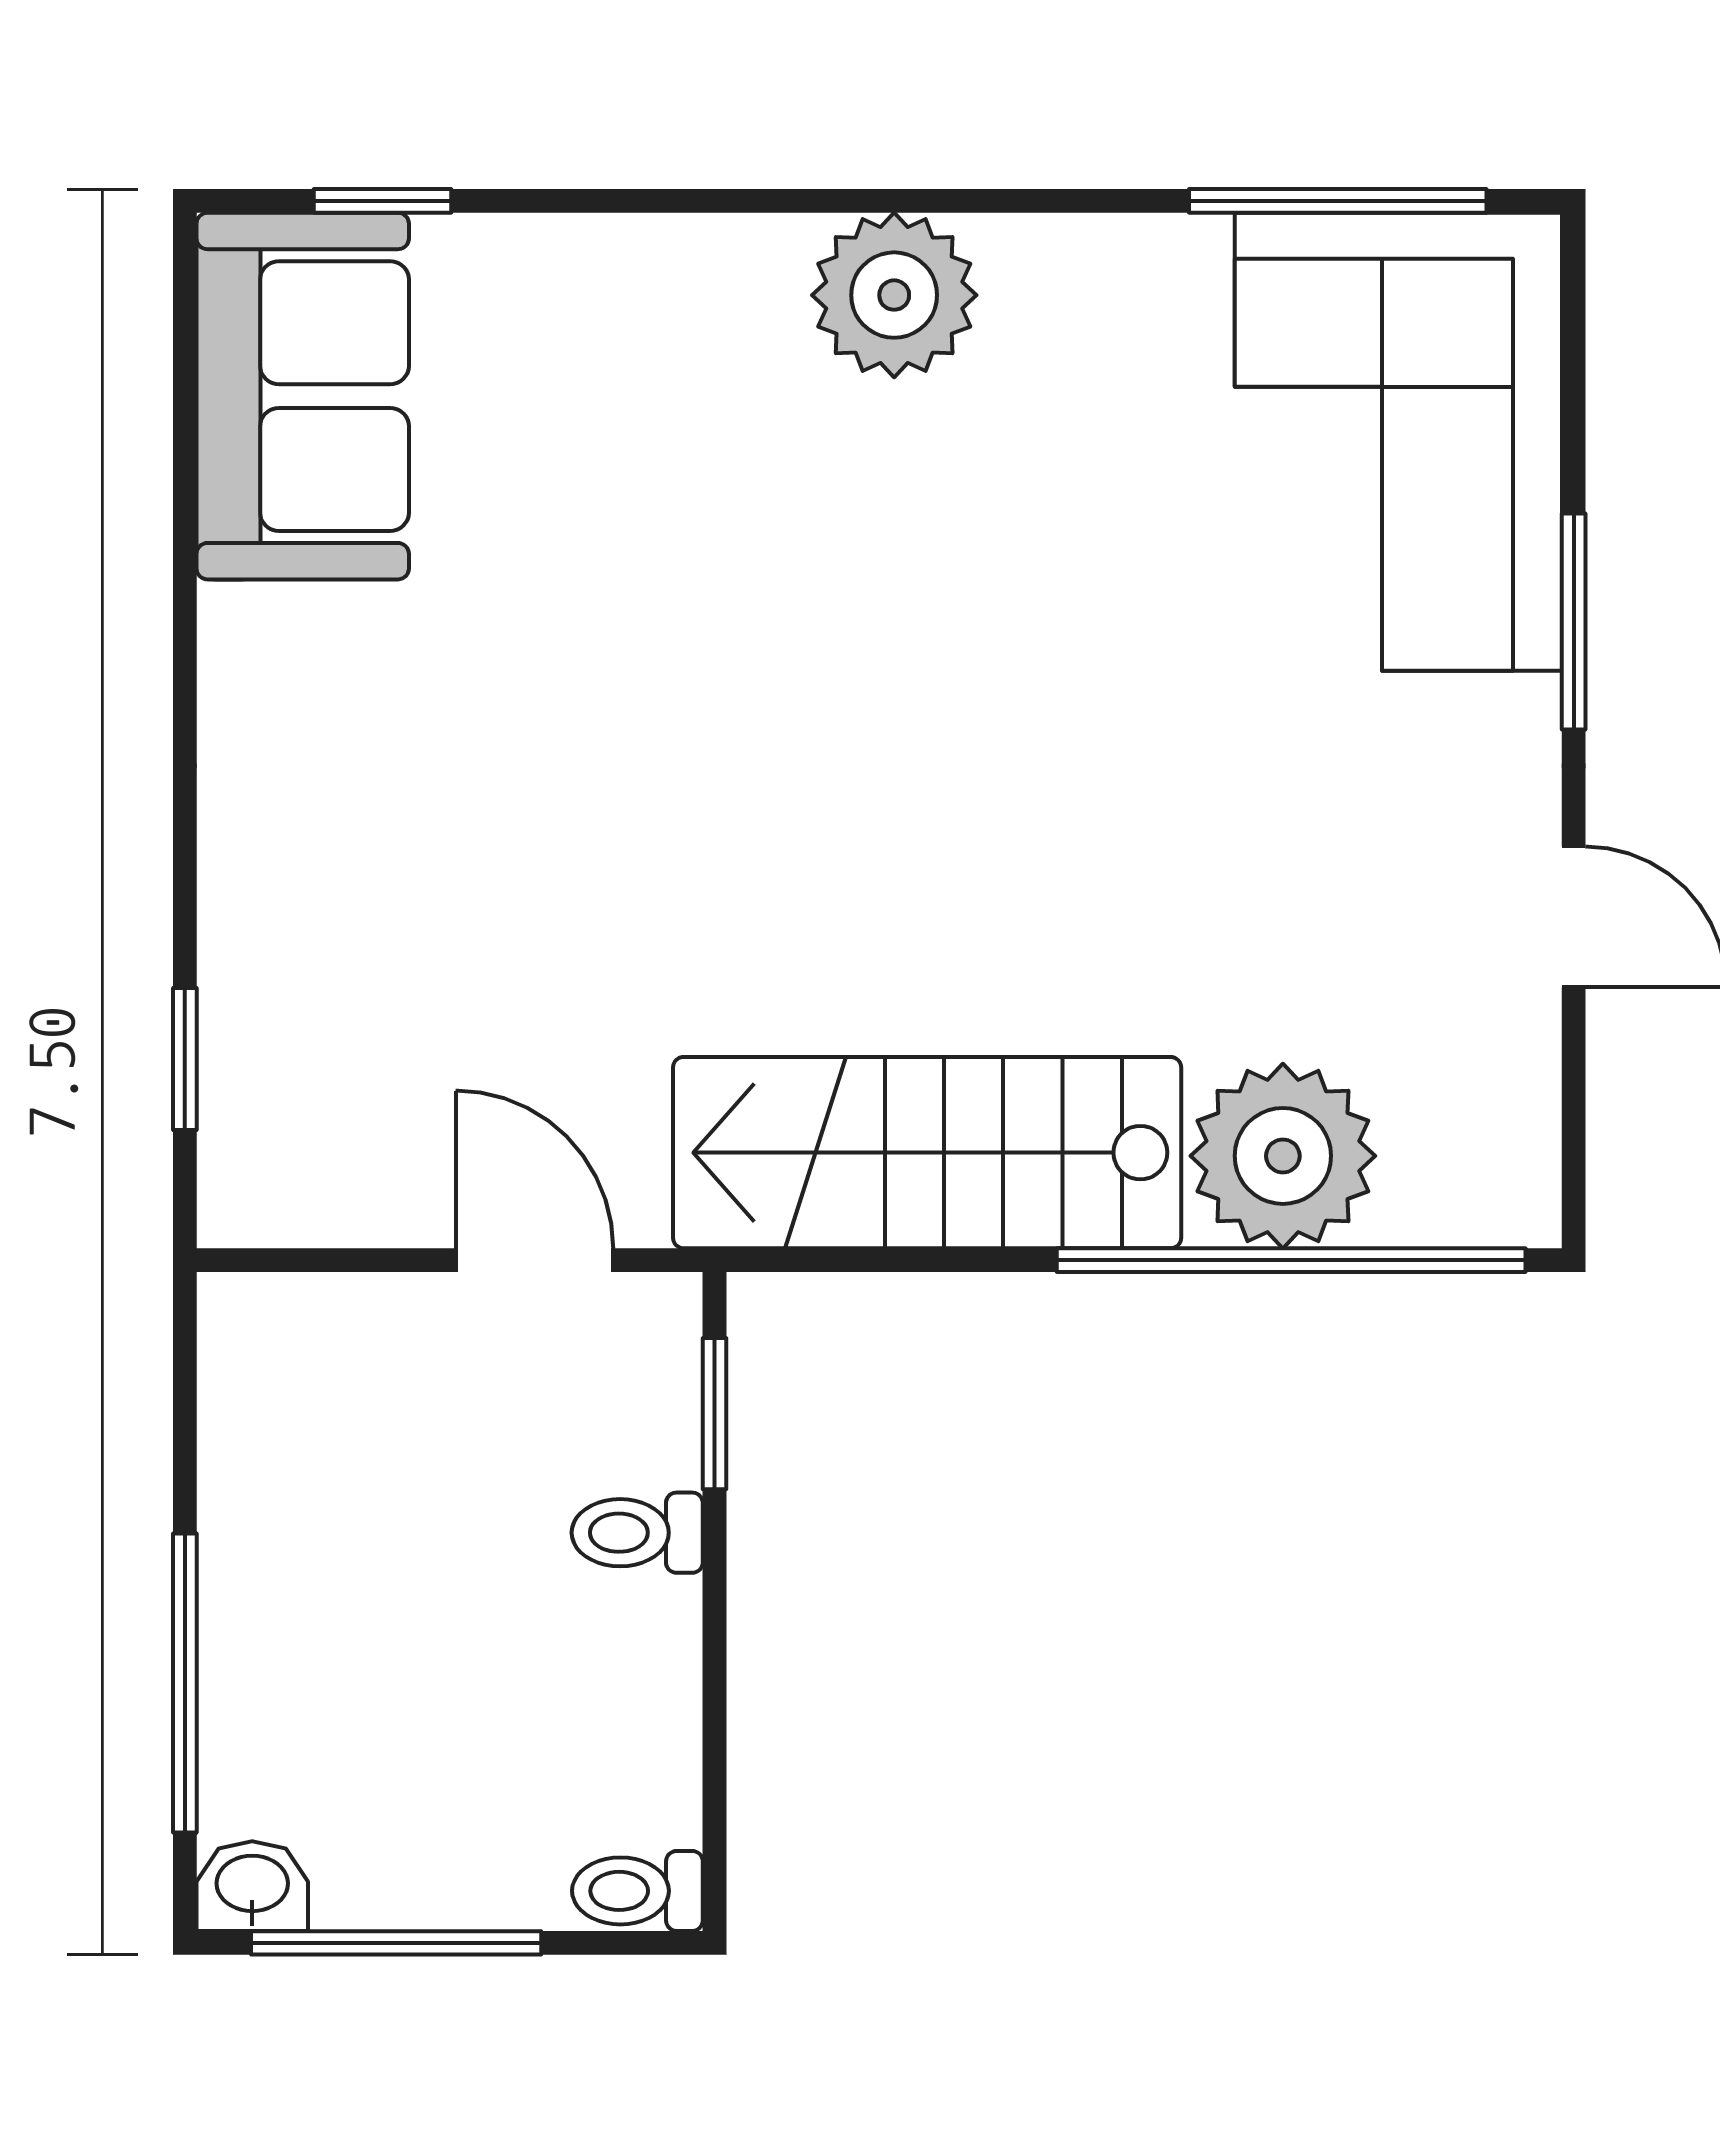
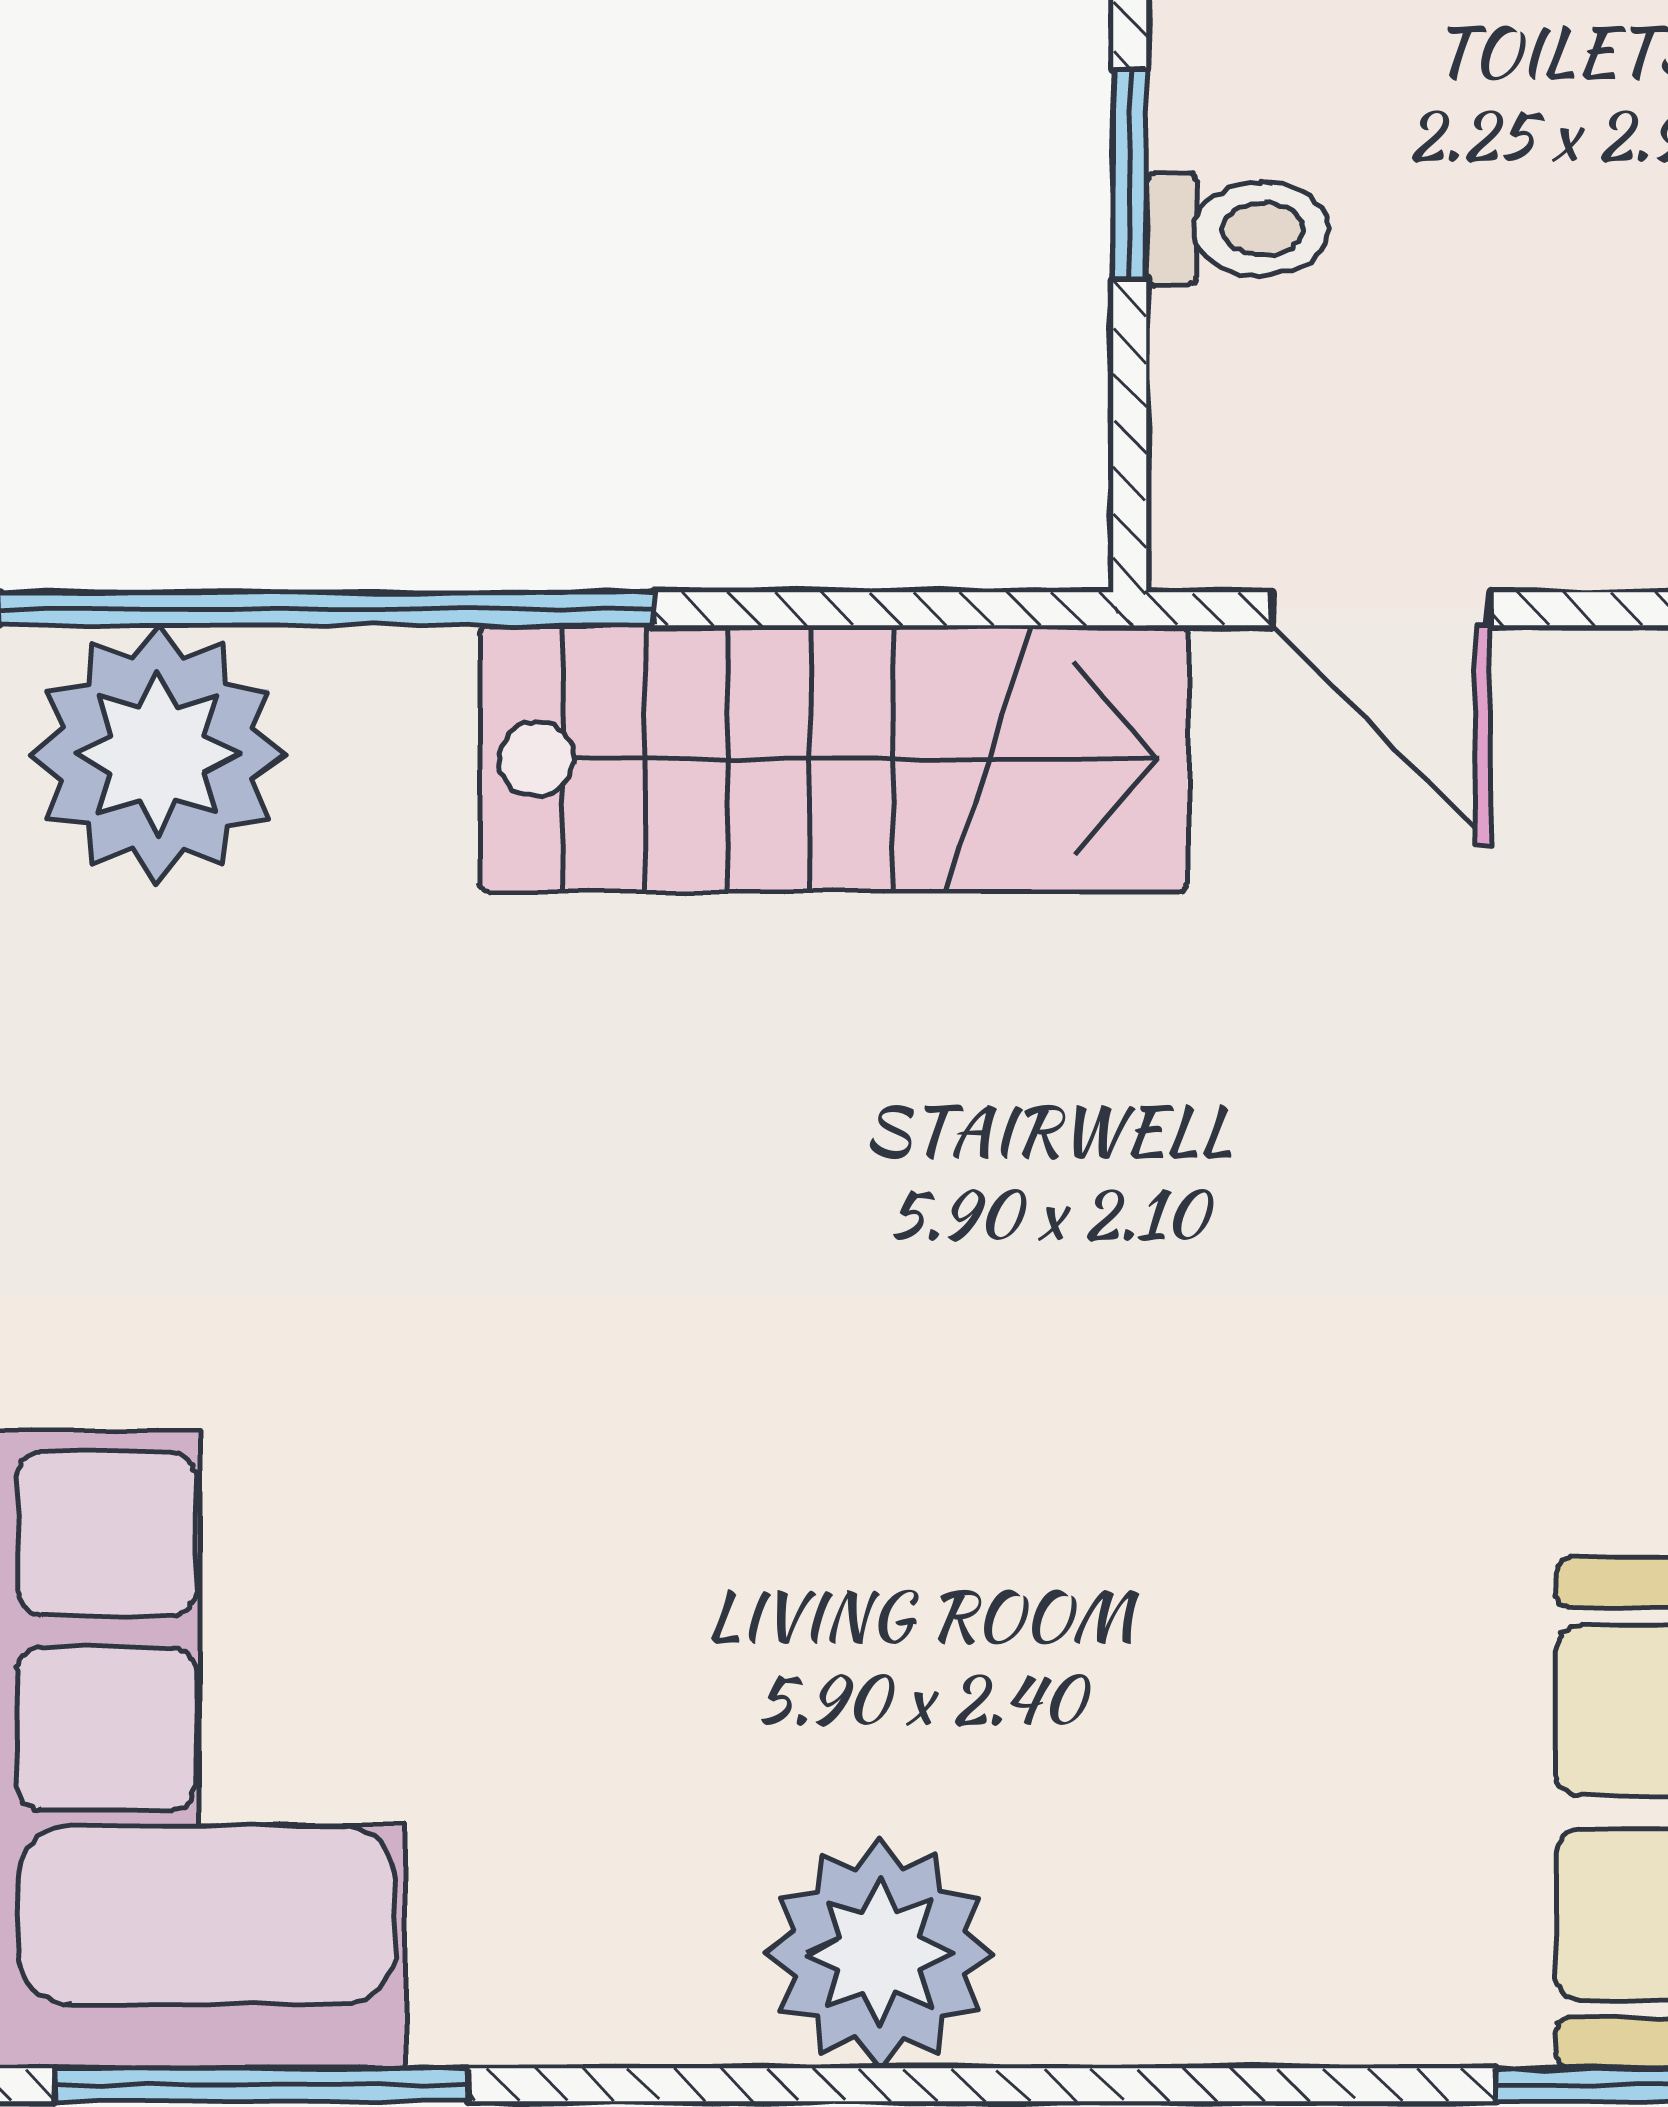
plant: (1283, 1156) -> (158, 754), moved
window: (715, 1414) -> (1130, 174), moved

